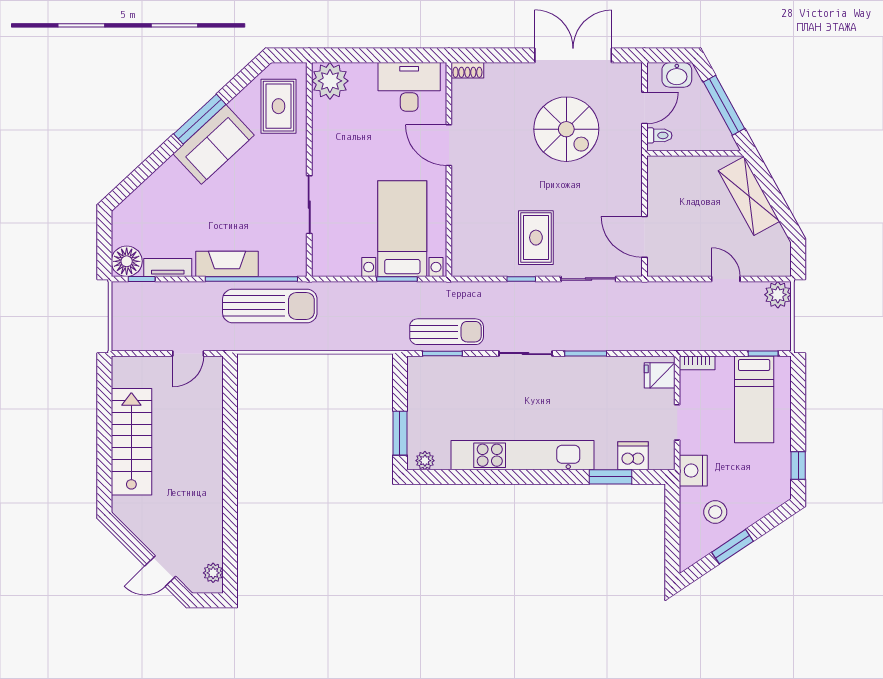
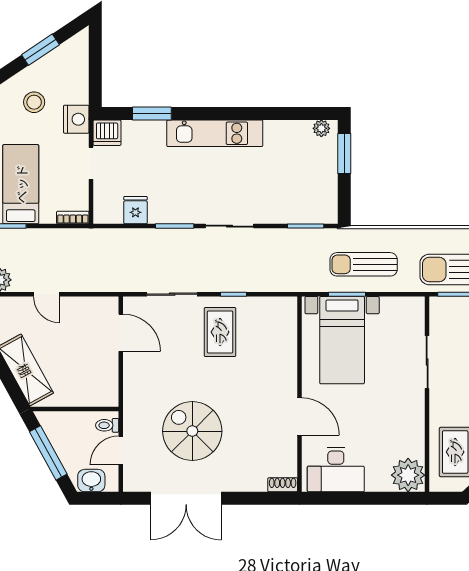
sun lounger: (447, 332) -> (364, 264), moved
fridge: (660, 375) -> (135, 210), moved, turned -90
kitchen unit: (523, 455) -> (215, 133), width x0.73
dishwasher: (633, 456) -> (107, 133), moved
stool: (715, 512) -> (34, 102), moved

